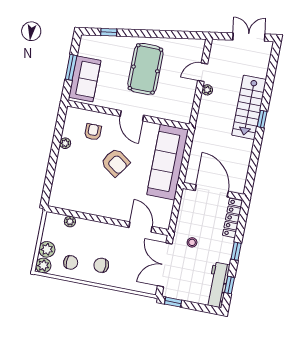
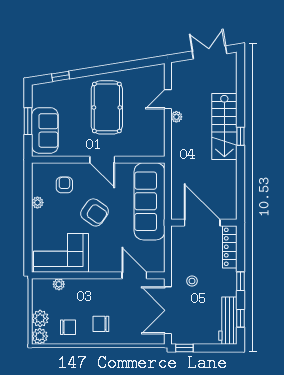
corner sofa: (78, 193) -> (61, 253), added

